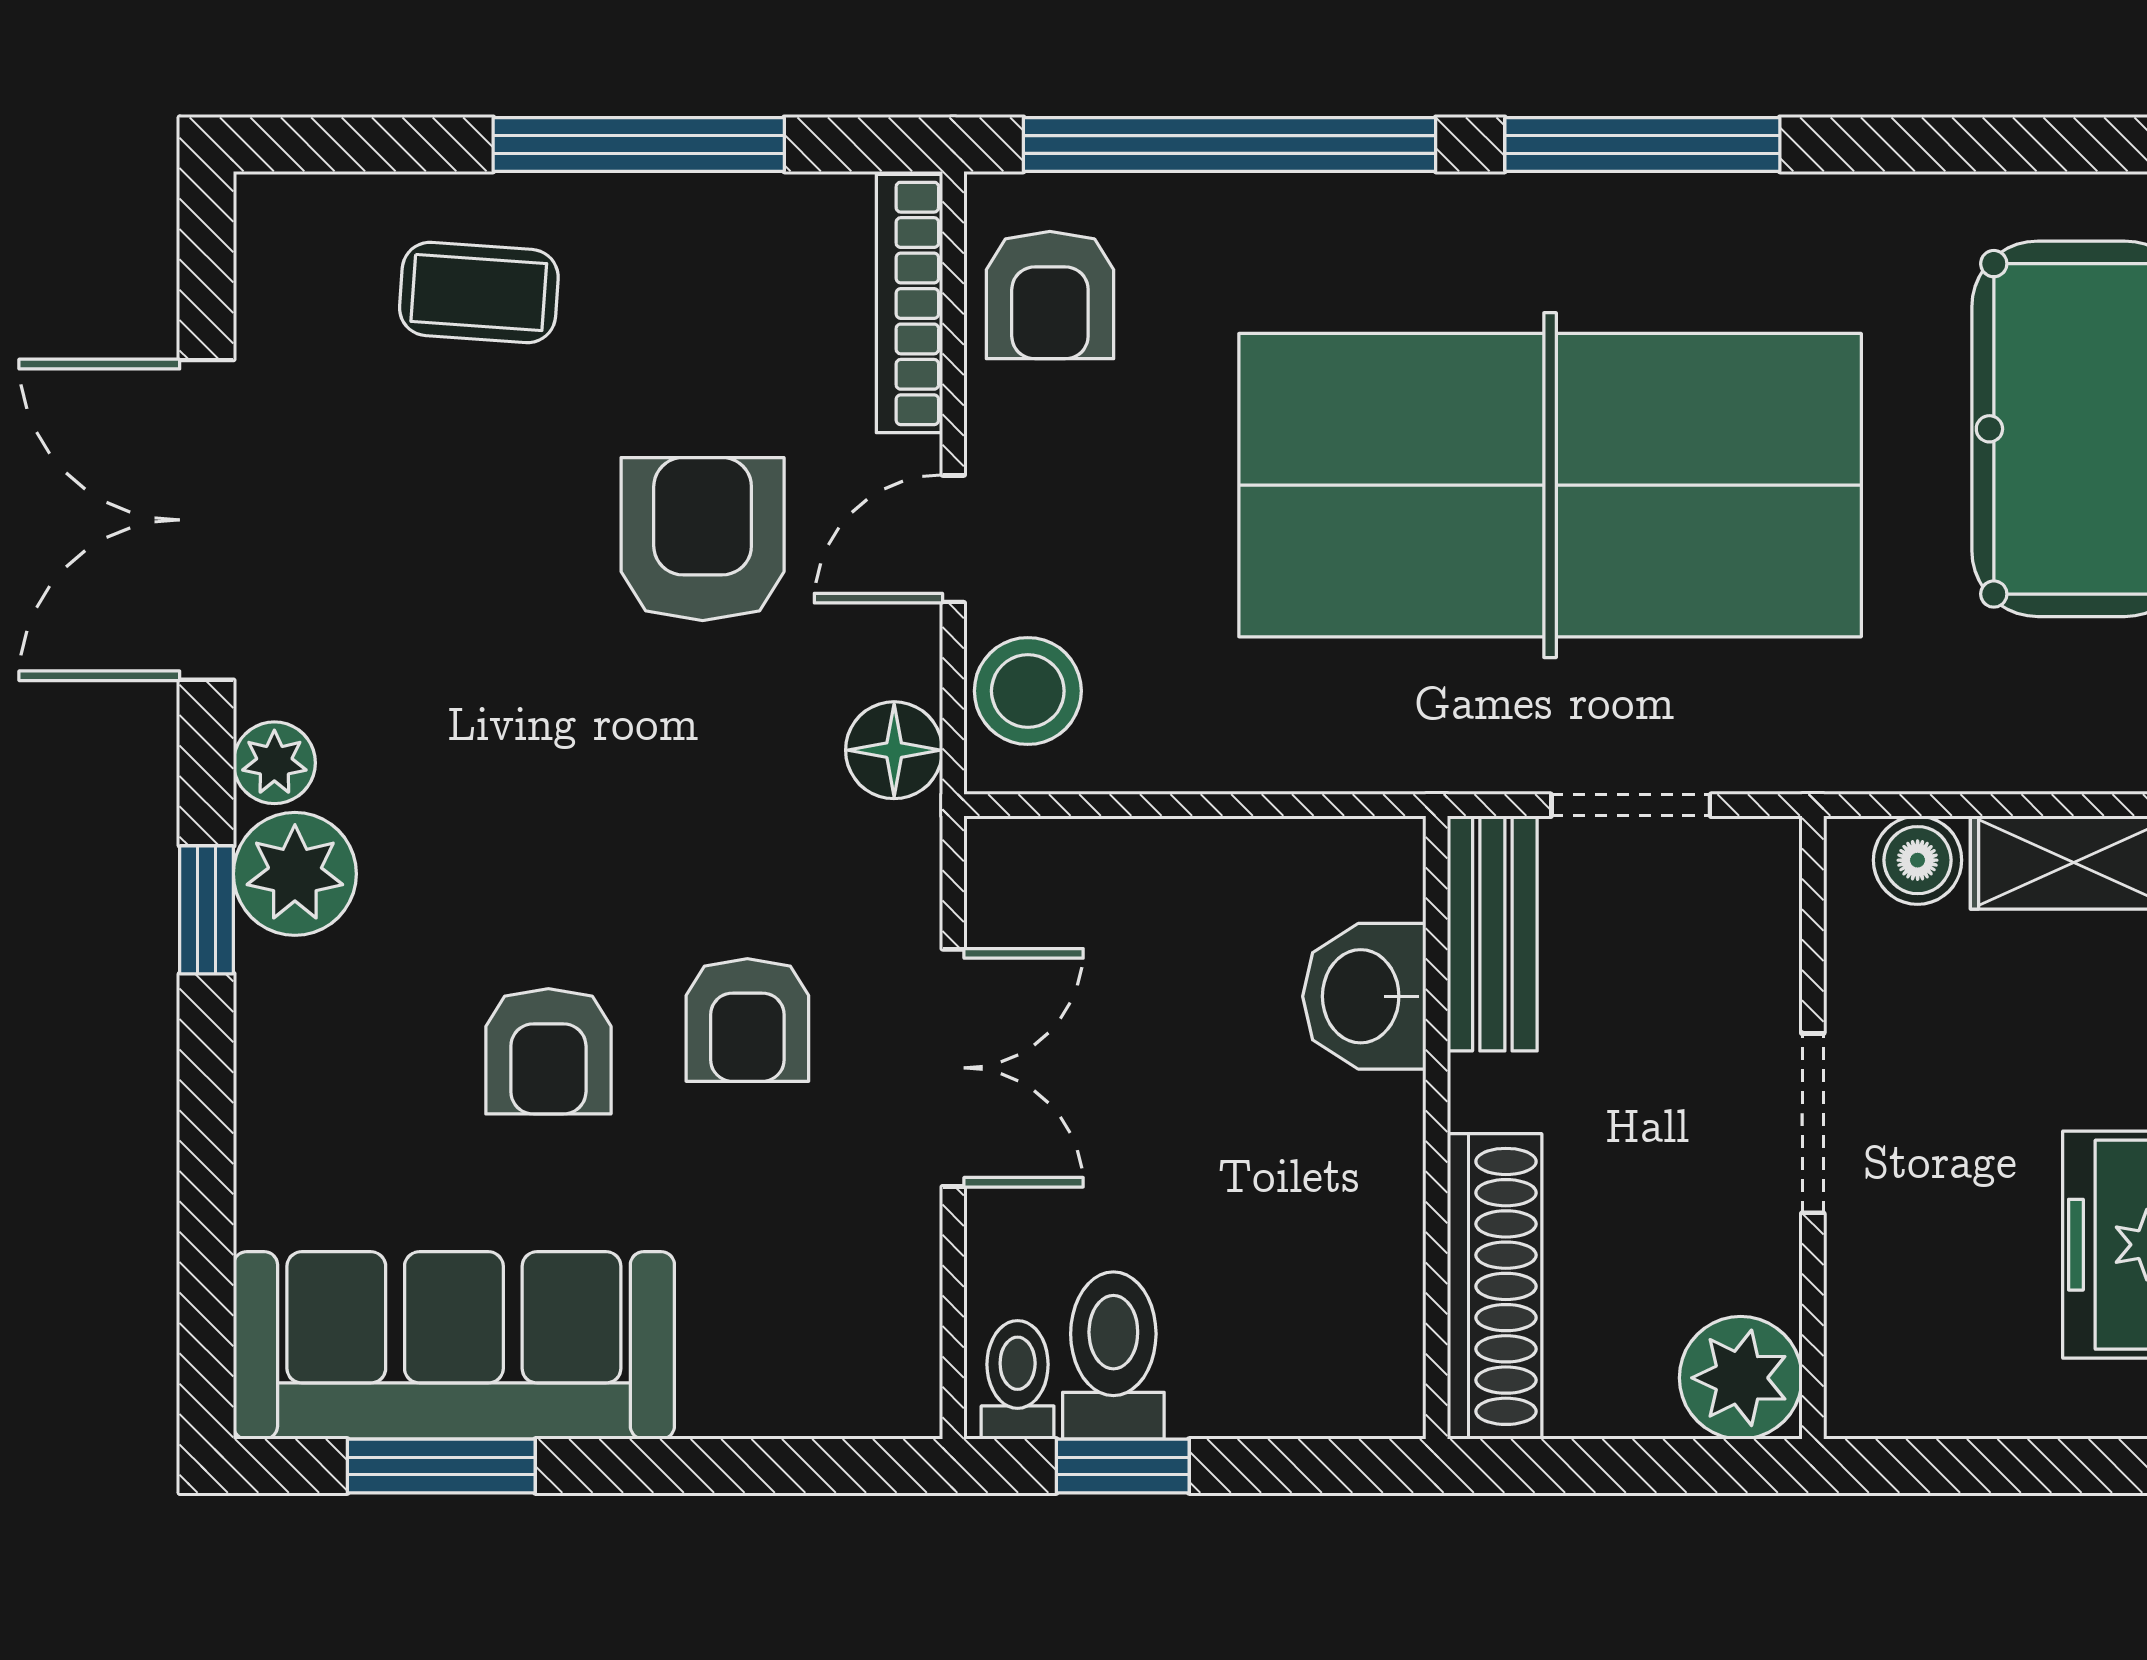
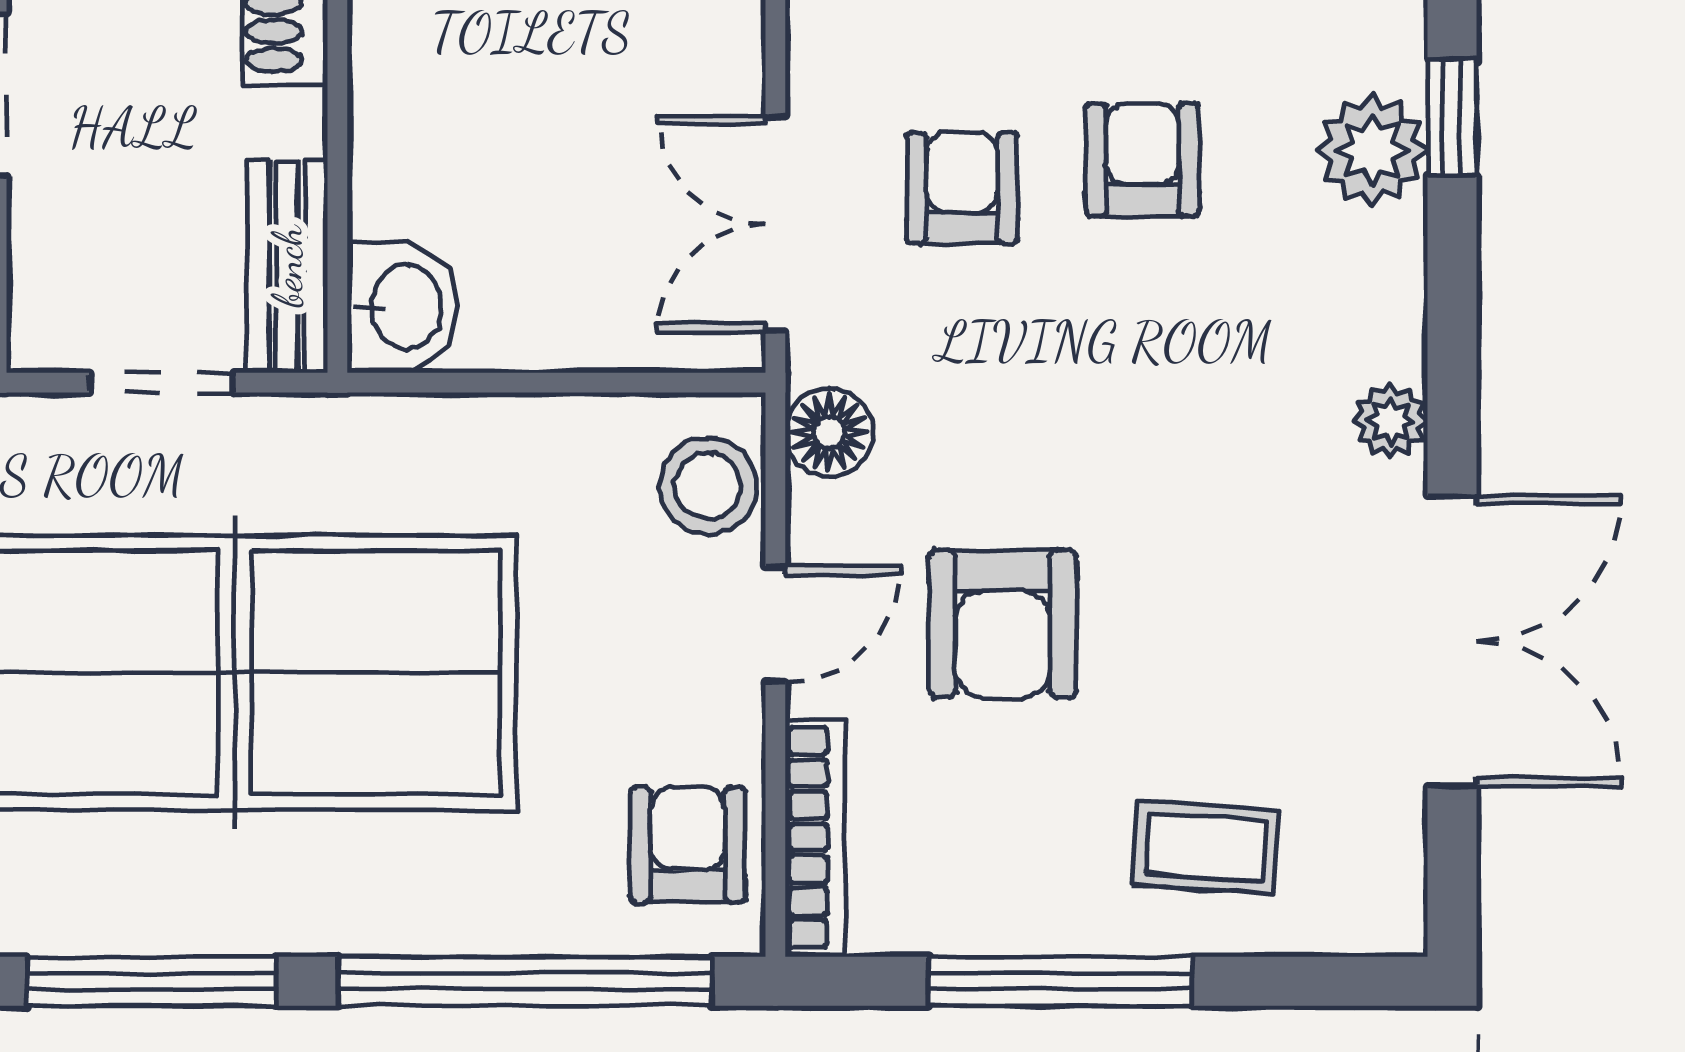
plant: (295, 874) -> (1372, 150), moved
window: (207, 910) -> (1452, 118), moved
washbasin: (1364, 996) -> (403, 307), moved
double door: (953, 1068) -> (775, 224), moved

